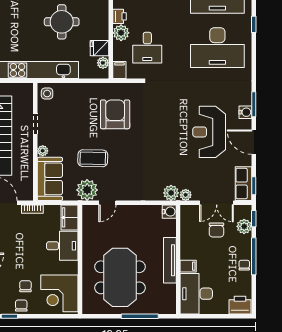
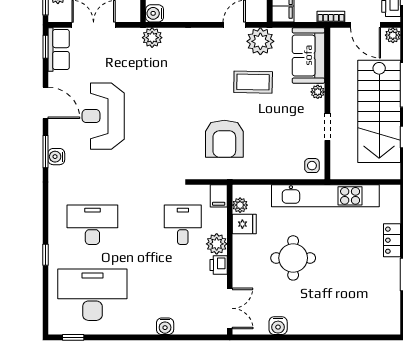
desk: (217, 48) -> (92, 225), width x0.73, depth x0.77
water cooler: (245, 112) -> (56, 157), moved
reception desk: (209, 132) -> (103, 116), turned 180
plant: (186, 195) -> (133, 35), removed

